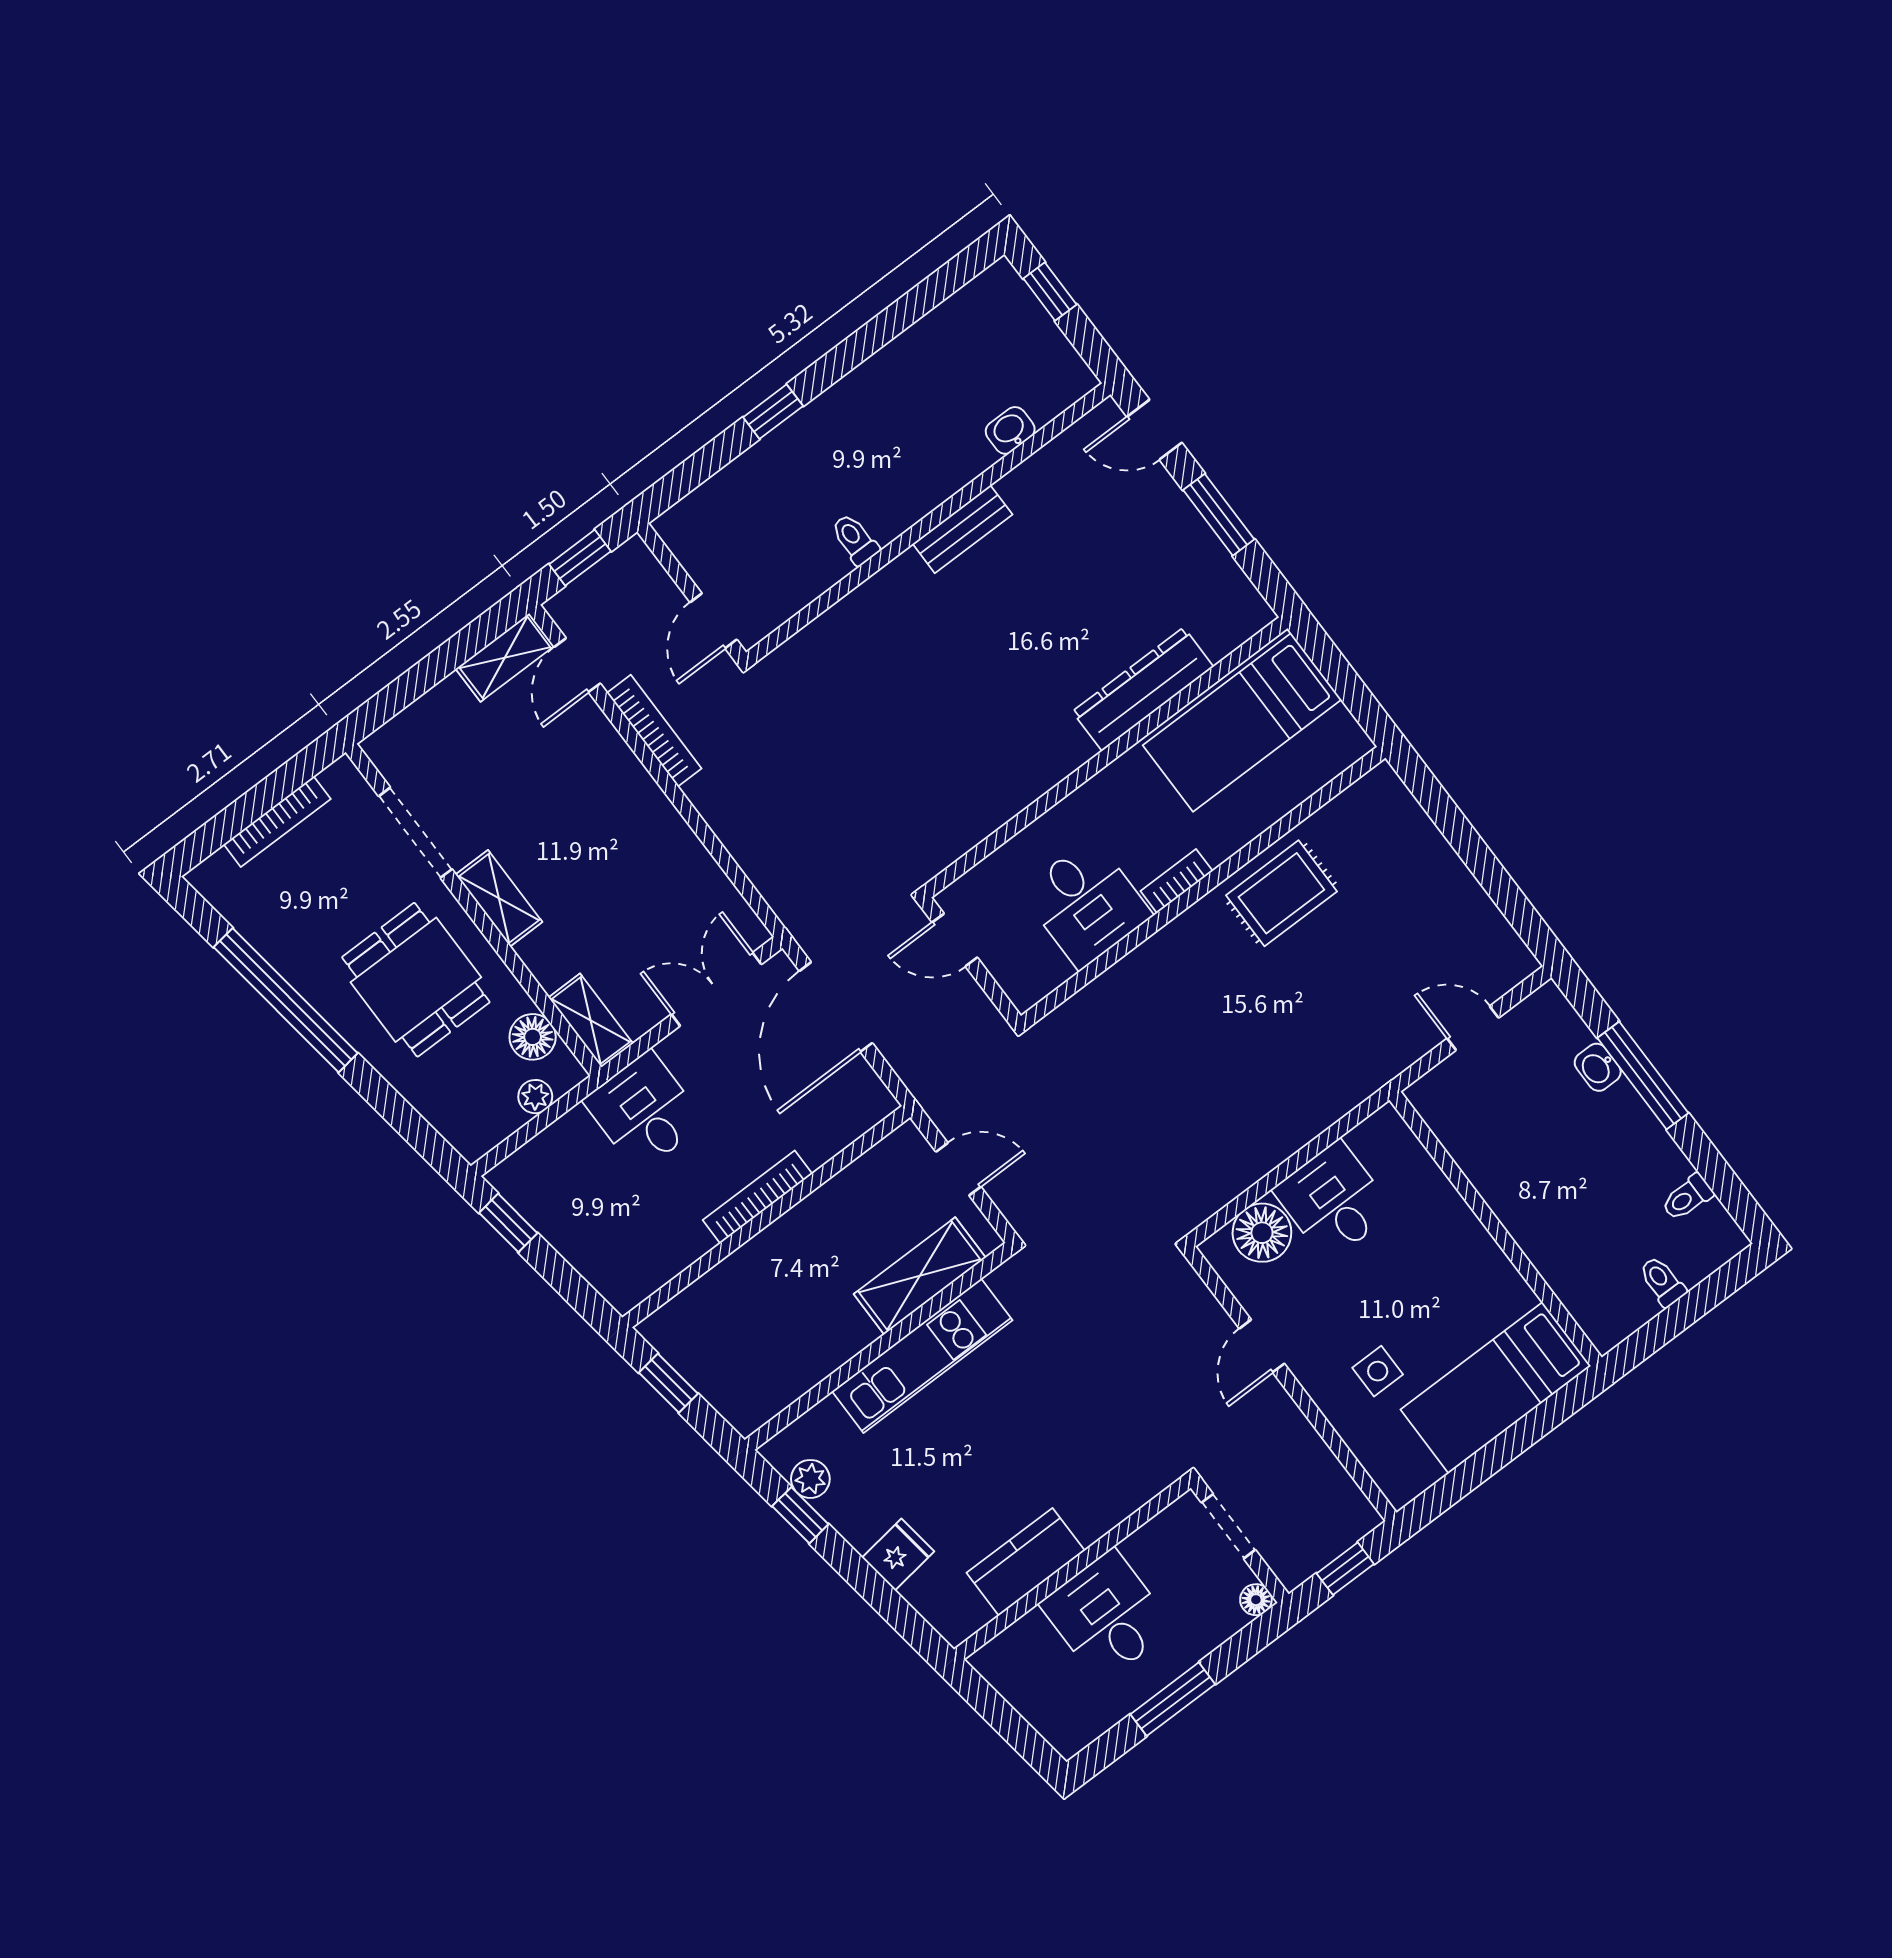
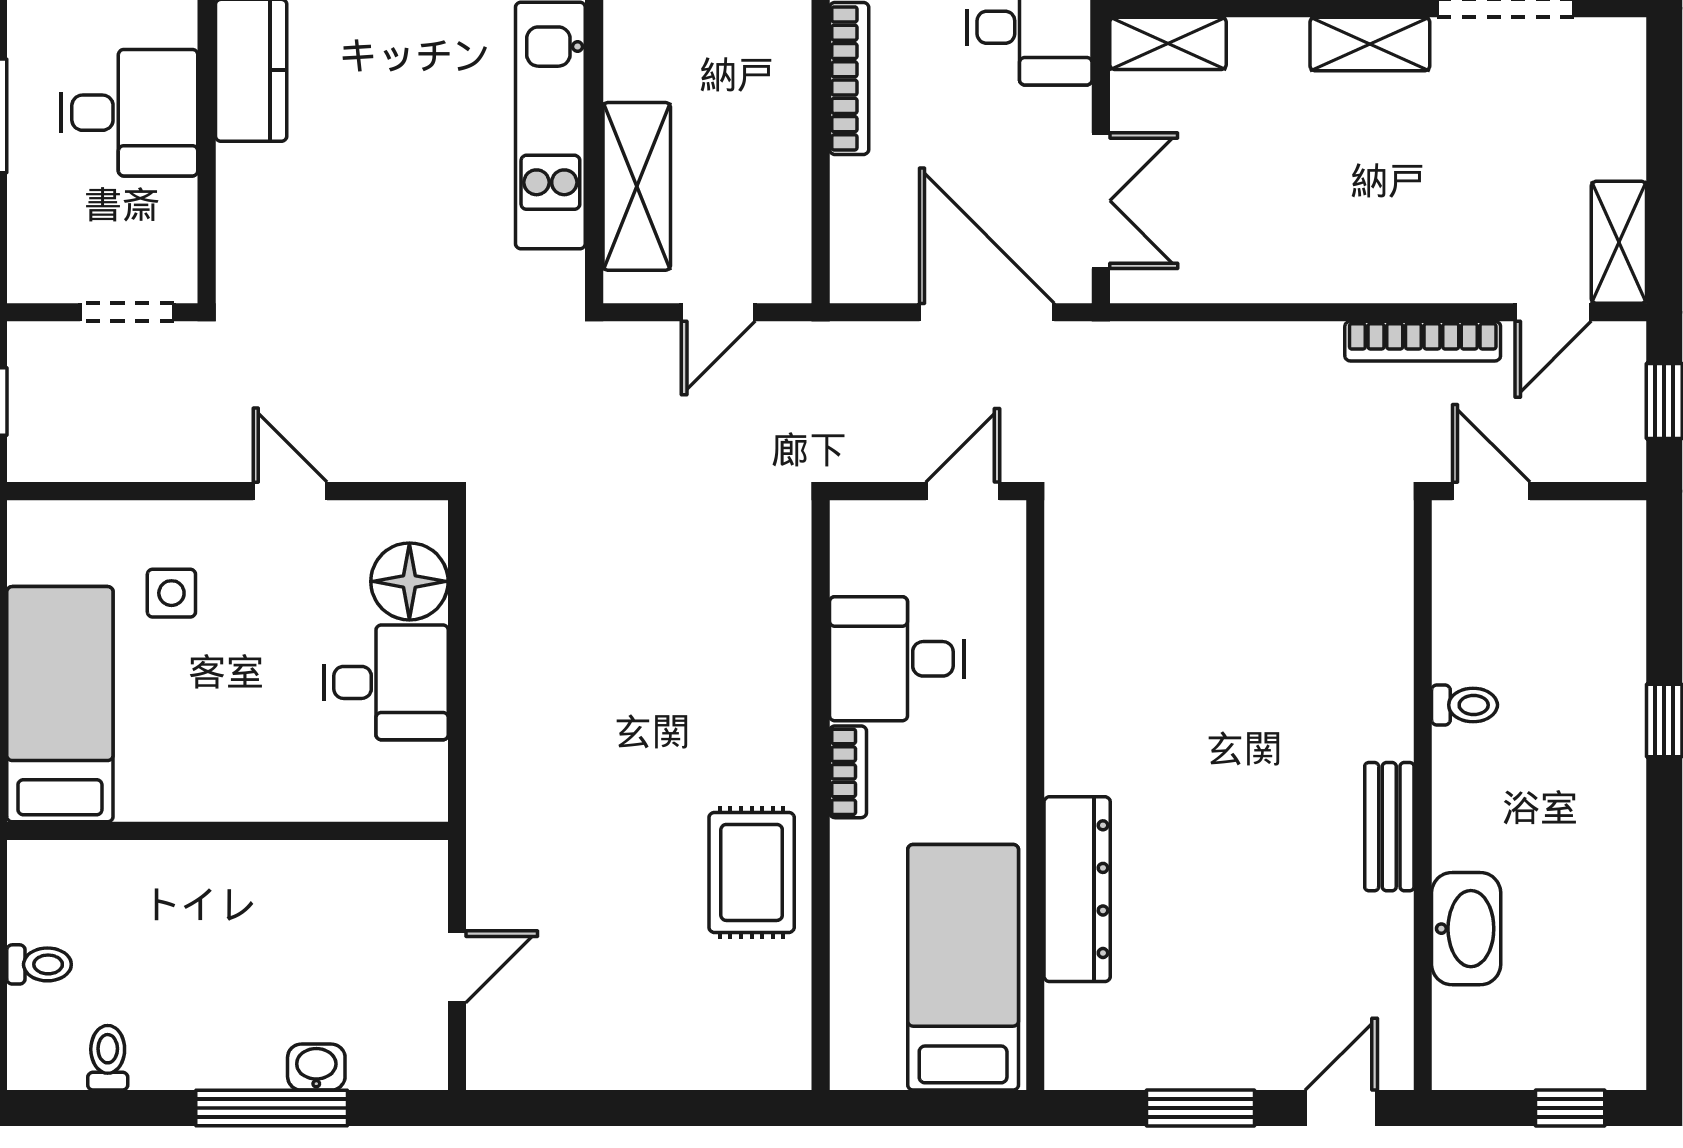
washbasin: (1010, 430) -> (1466, 929), width x1.91, depth x1.45
door: (577, 665) -> (1553, 312), swing flipped
floor lamp: (1256, 1600) -> (28, 283), removed

